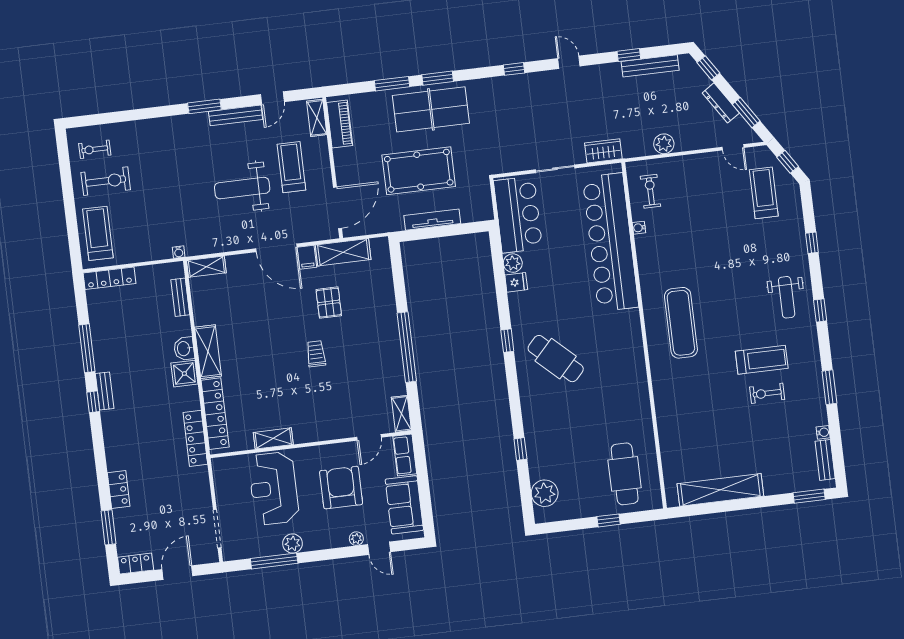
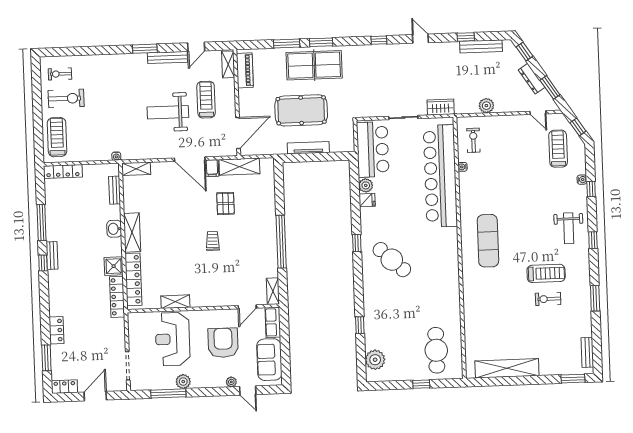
shower: (184, 374) -> (114, 266), moved
water cooler: (823, 432) -> (582, 180), moved

